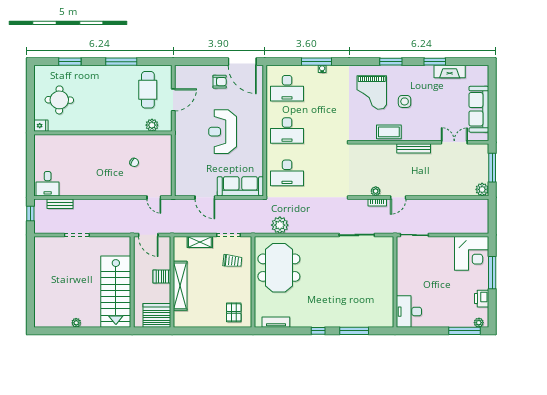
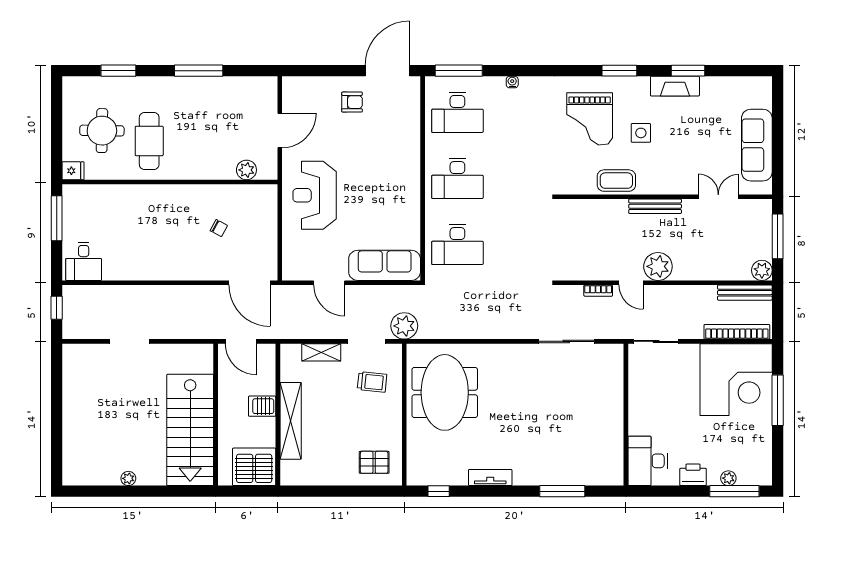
door: (242, 62) -> (388, 71), swing flipped
window: (317, 62) -> (459, 71), moved
fireplace: (450, 71) -> (675, 86), moved
cafe table: (148, 90) -> (149, 141), moved
reception desk: (223, 132) -> (315, 195), moved
window: (30, 156) -> (57, 218), added
plant: (376, 191) -> (658, 266), moved, width x1.87, depth x1.87
door: (154, 197) -> (249, 283), width x1.88
door: (398, 197) -> (631, 283), hinge flipped
bench: (60, 204) -> (745, 293), moved, width x1.36
plant: (280, 225) -> (404, 326), moved
bookcase: (466, 229) -> (737, 332), added
corner desk: (472, 253) -> (736, 380), width x1.36, depth x1.36
printer: (482, 299) -> (693, 475), moved, turned 90
pallet: (234, 312) -> (374, 462), turned 90
tv unit: (276, 322) -> (490, 478), moved
plant: (479, 323) -> (728, 478), moved
window: (318, 331) -> (439, 491), moved

